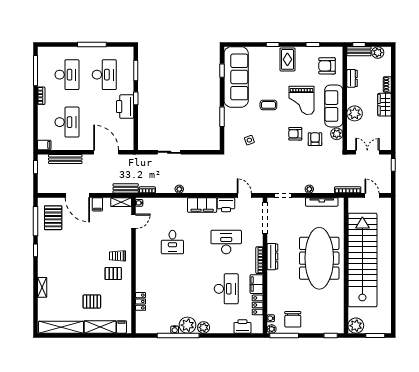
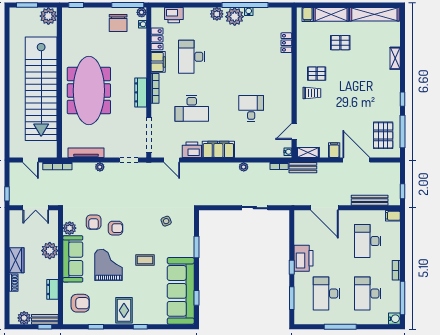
water cooler: (43, 52) -> (394, 319), added
chair: (293, 319) -> (118, 23), turned 180

